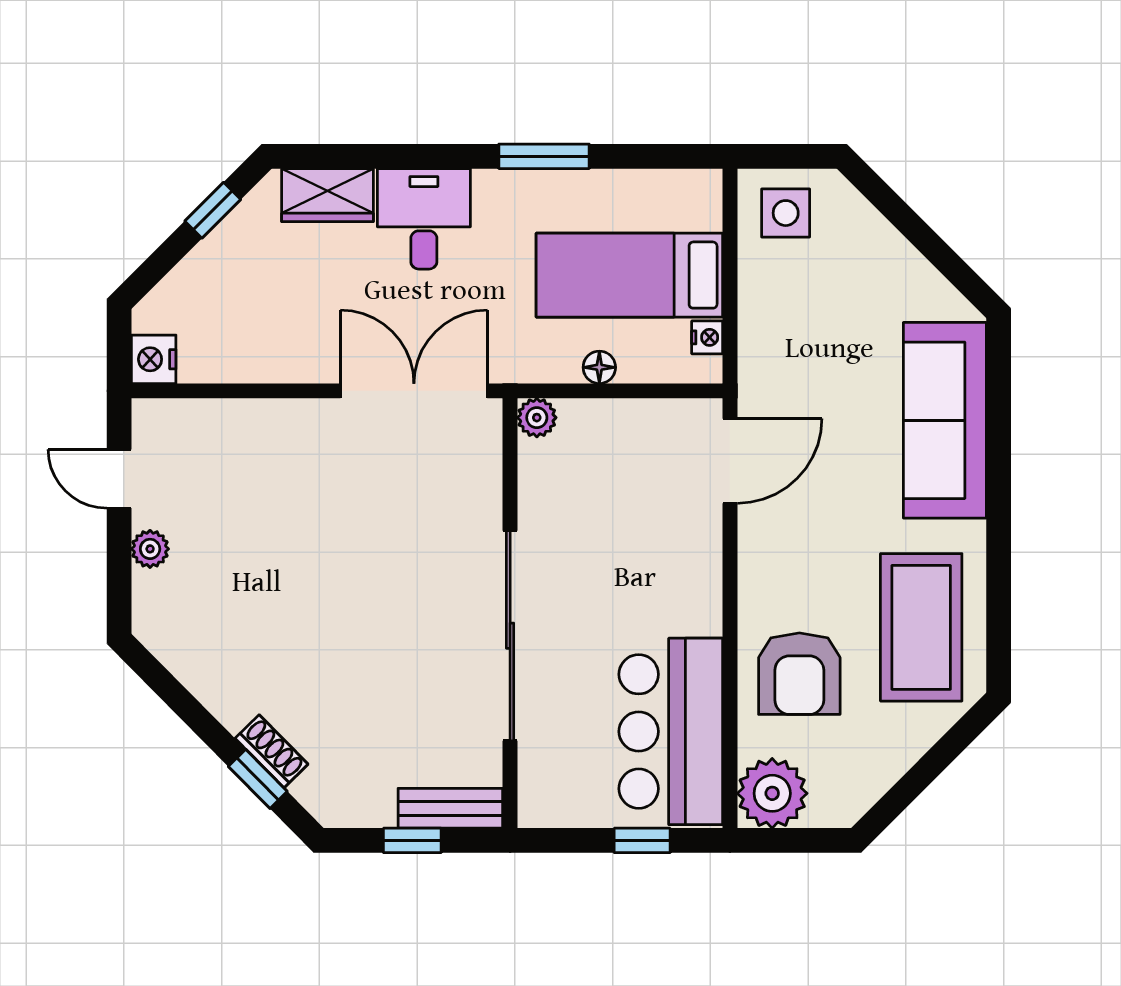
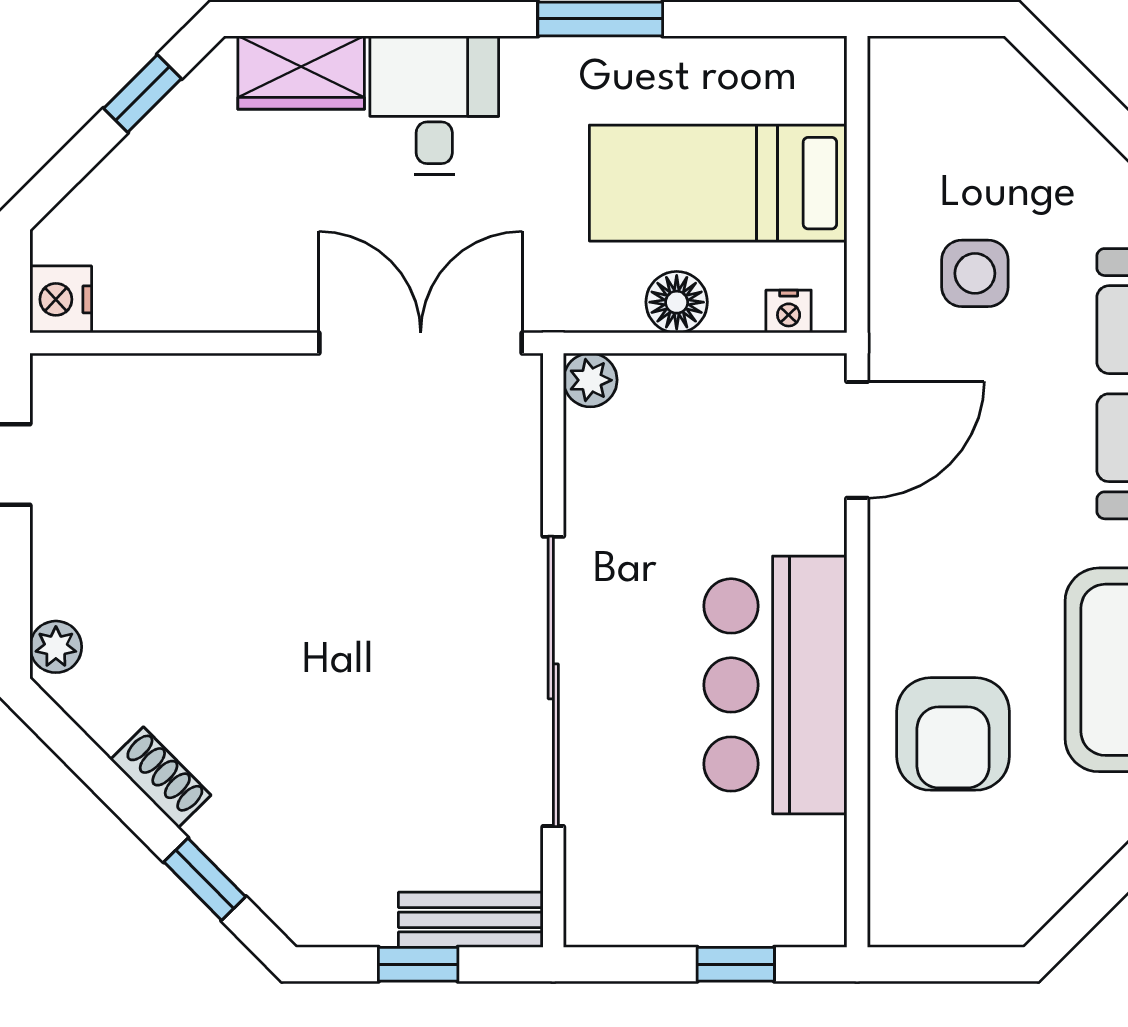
side table: (786, 213) -> (975, 273), moved
nightstand: (707, 337) -> (789, 312), moved, turned 90
floor lamp: (599, 367) -> (677, 302), width x1.37, depth x1.37
plant: (150, 549) -> (56, 647), moved
bar counter: (671, 731) -> (775, 685), moved
shoe rack: (272, 751) -> (161, 777), moved
plant: (772, 793) -> (916, 899), removed

